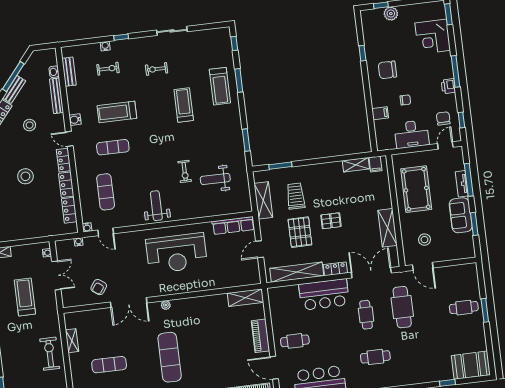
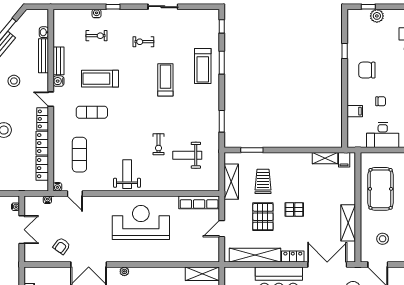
bench: (69, 72) -> (58, 61), moved
reception desk: (176, 253) -> (141, 222), turned 180

